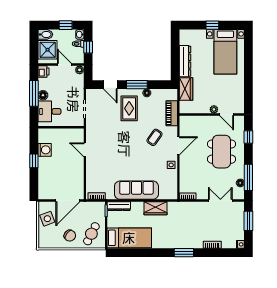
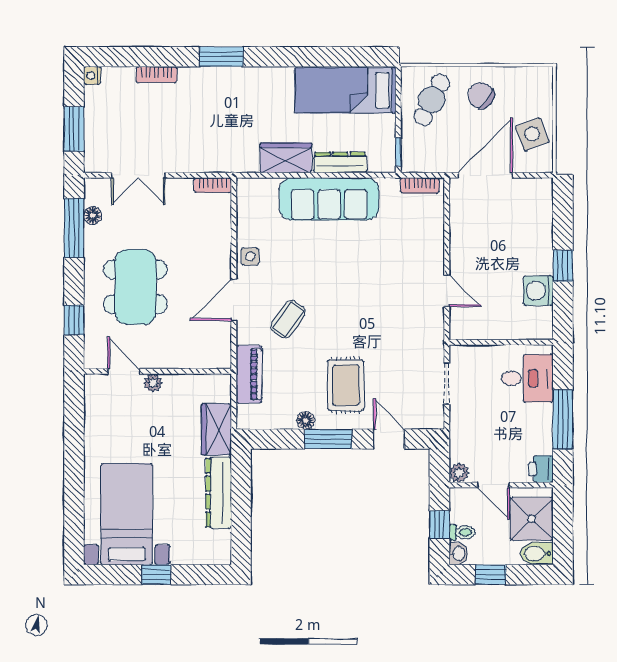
floor lamp: (43, 95) -> (542, 415), removed
dresser: (119, 206) -> (340, 163), moved

